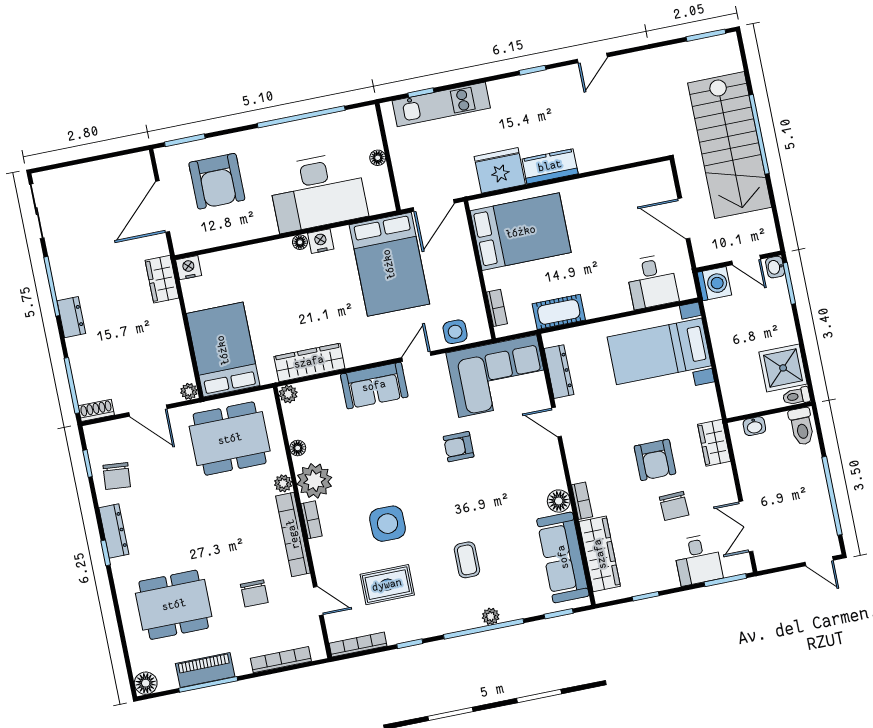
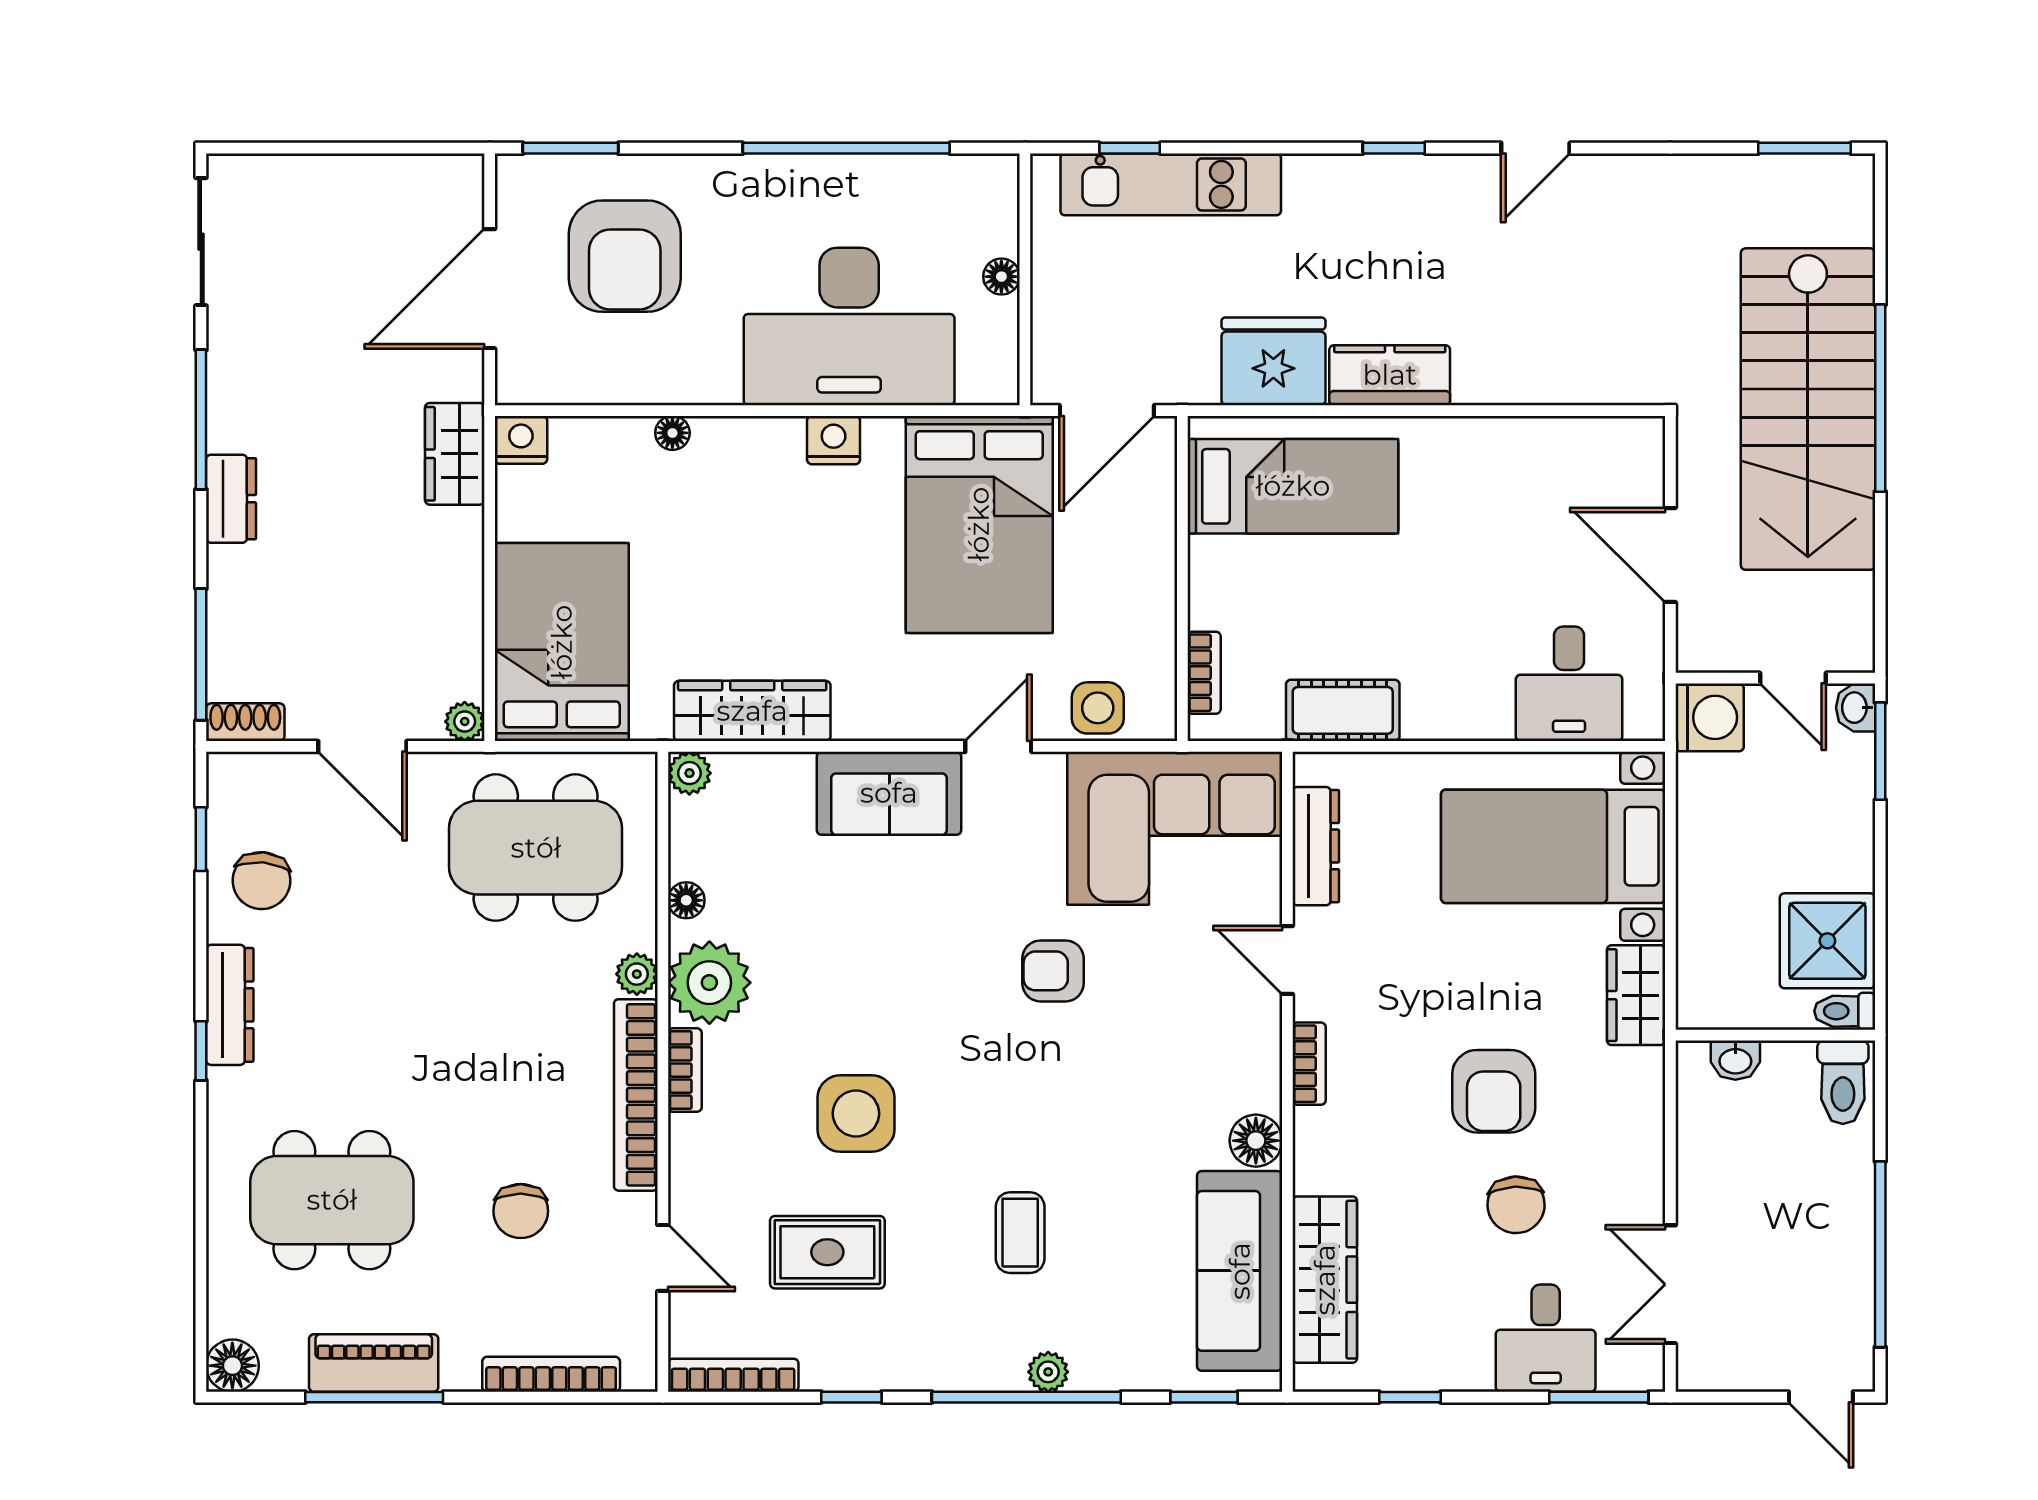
bed: (521, 232) -> (1293, 486), width x0.67
floor lamp: (300, 242) -> (672, 433), moved
wardrobe: (714, 443) -> (1636, 995), moved
bookcase: (582, 501) -> (1309, 1064), moved

